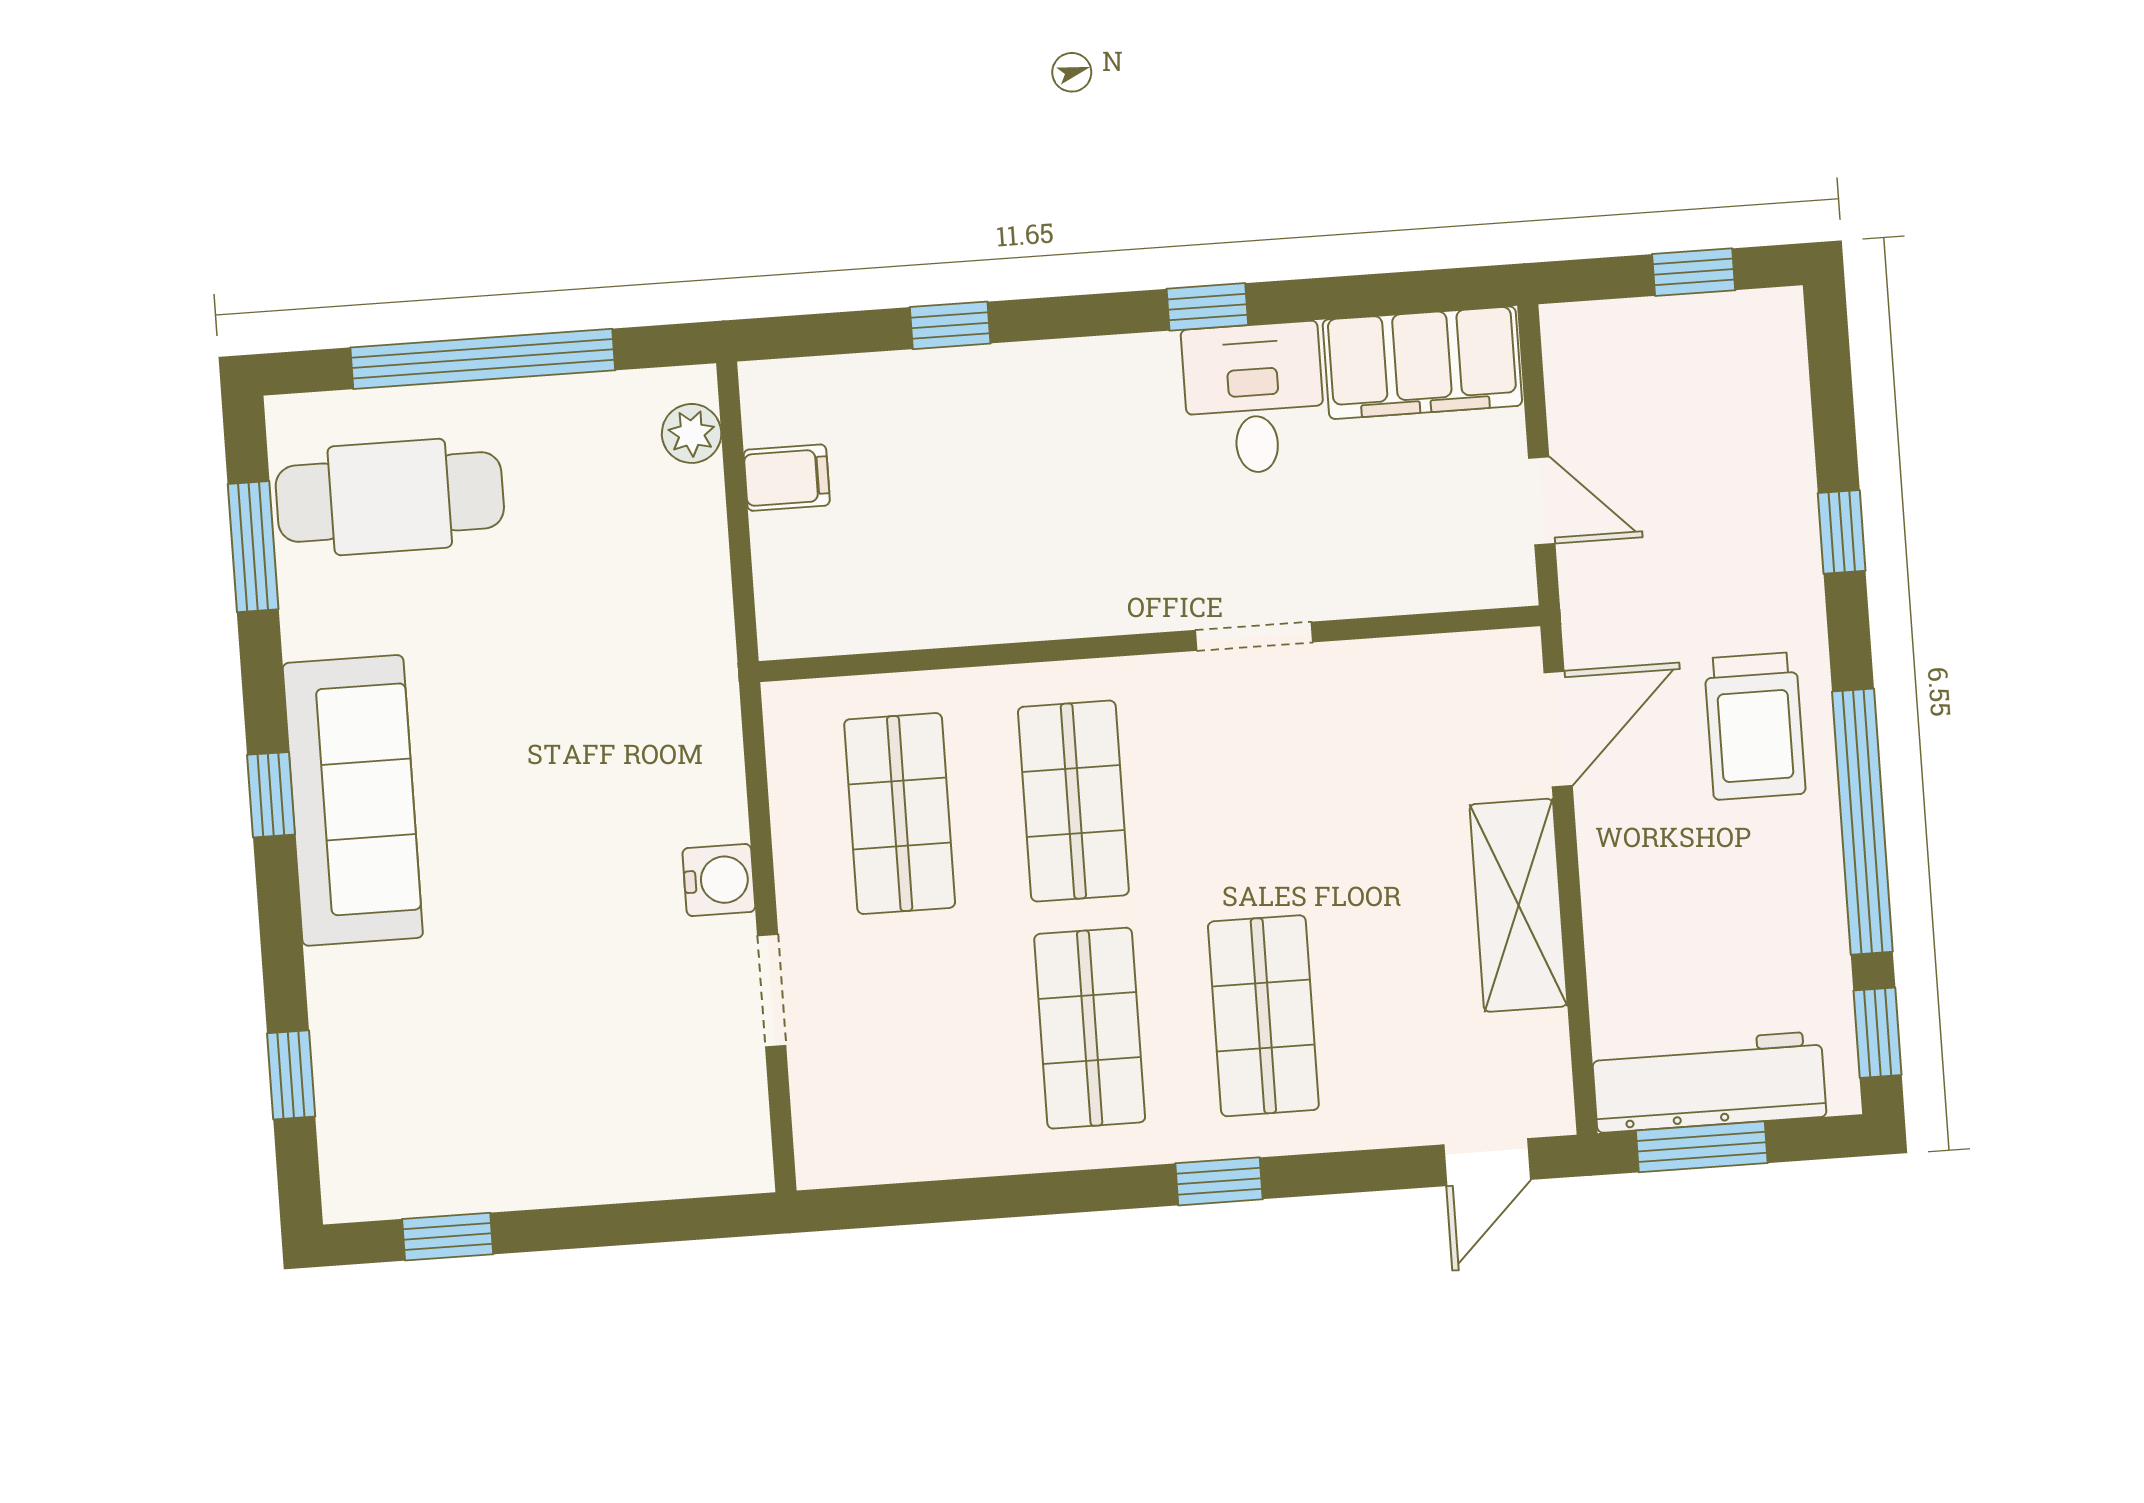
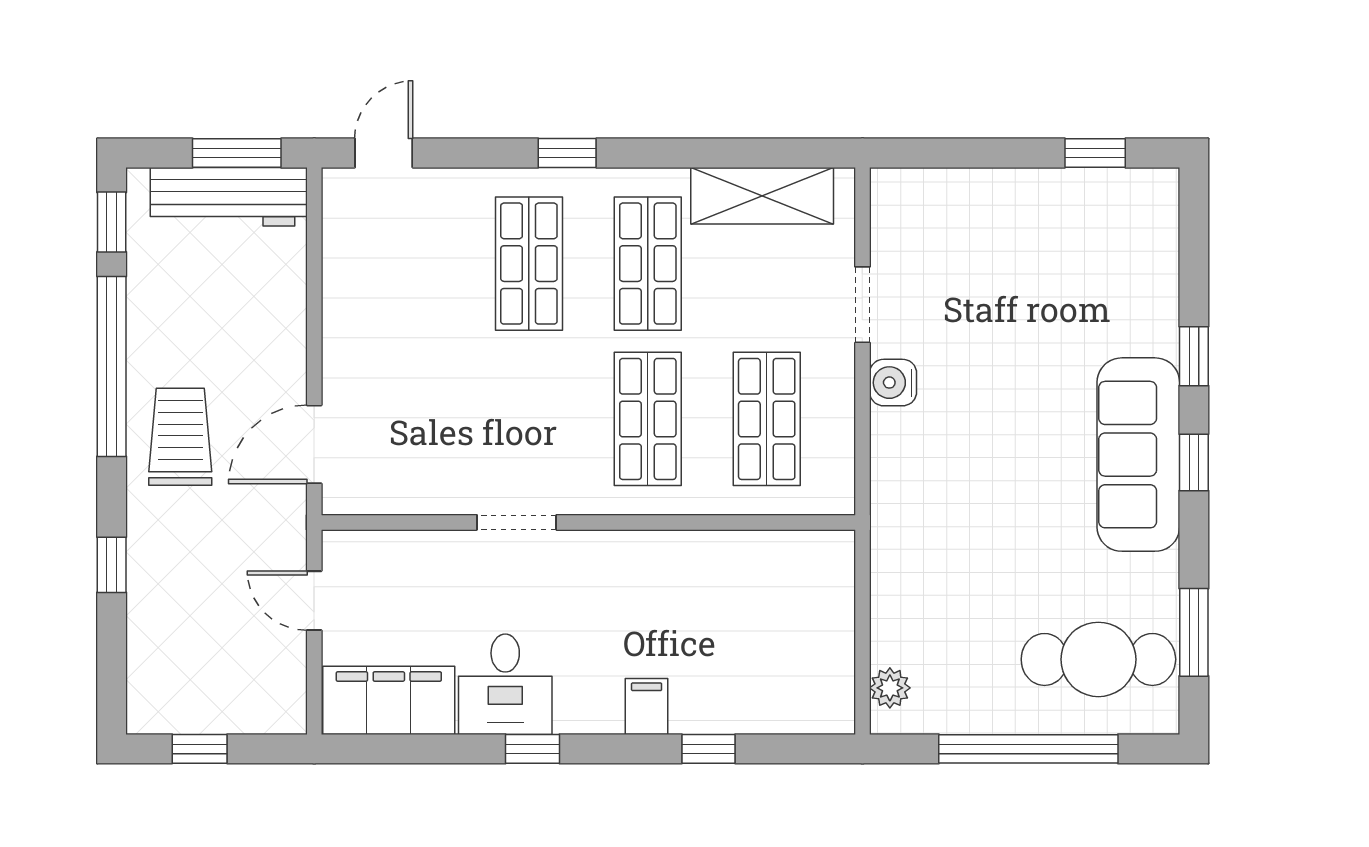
filing cabinet: (787, 478) -> (647, 706), moved, turned 90
shelving: (1518, 905) -> (762, 196), moved, turned 90
window: (291, 1075) -> (1194, 356), moved

